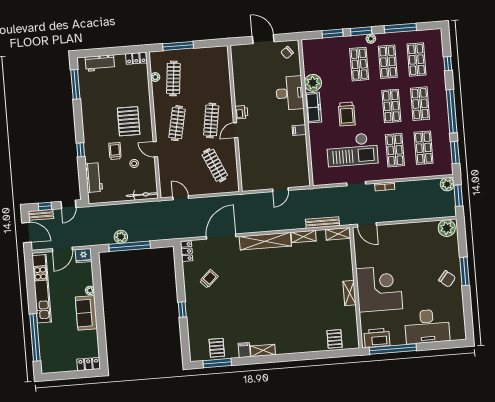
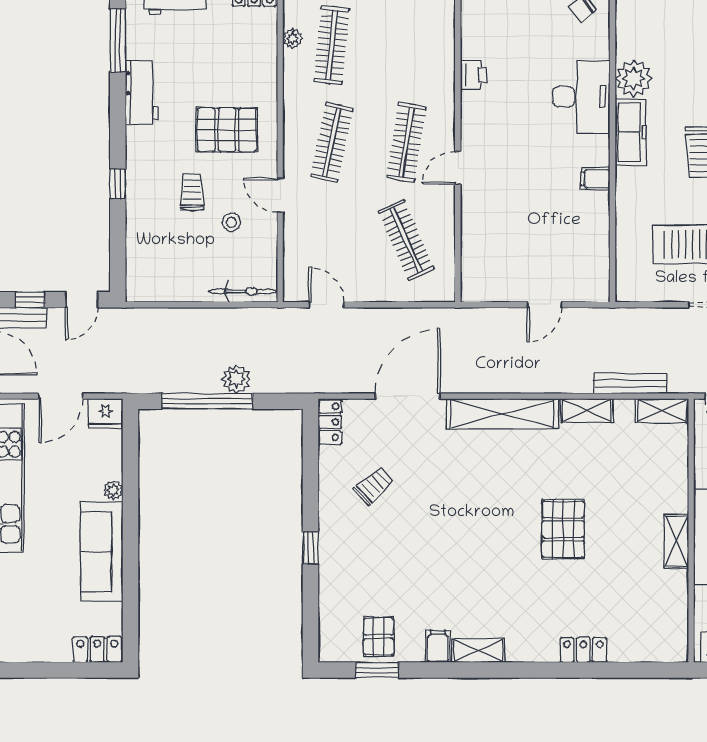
printer: (241, 112) -> (473, 75), moved
pallet: (129, 121) -> (227, 130), turned 90
workbench: (94, 178) -> (142, 93), moved
plant: (121, 237) -> (236, 379), moved
sofa: (86, 313) -> (102, 552), width x1.36
pallet: (335, 339) -> (563, 529), moved, width x1.50, depth x1.42
locker: (311, 346) -> (583, 650), added
window: (217, 363) -> (377, 670), width x0.69

